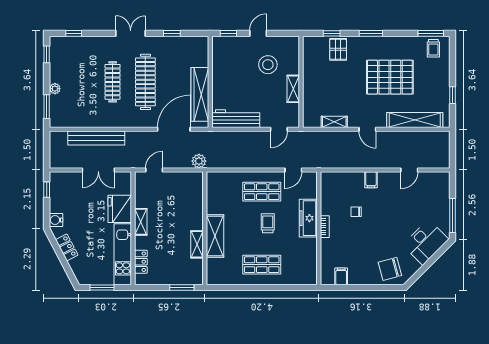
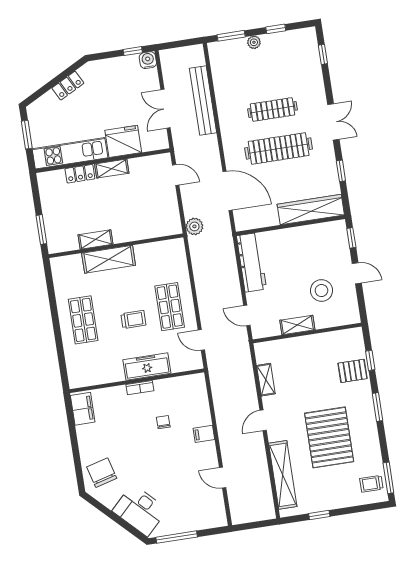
window: (47, 54) -> (276, 29), moved
wardrobe: (200, 94) -> (311, 210), moved
water cooler: (56, 220) -> (148, 60), moved
locker: (141, 262) -> (80, 174), moved
filing cabinet: (341, 276) -> (83, 409), width x2.00

